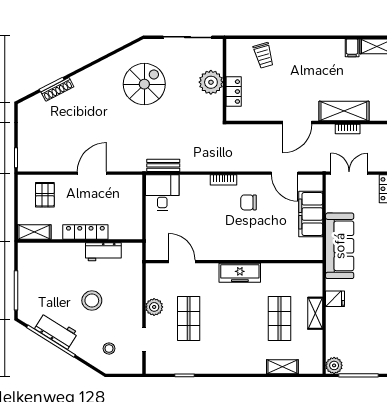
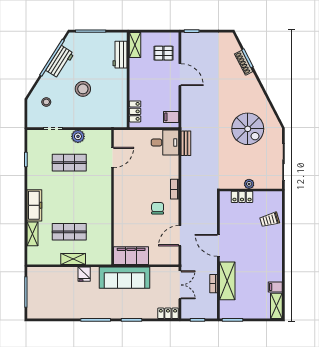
plant: (211, 82) -> (249, 184), width x0.53, depth x0.53
door: (92, 173) -> (180, 75), moved
filing cabinet: (129, 185) -> (171, 117), added
filing cabinet: (311, 214) -> (131, 256), moved
locker: (85, 232) -> (135, 111), moved, width x0.66
workbench: (103, 252) -> (120, 55), moved
freezer: (240, 273) -> (34, 205), moved, turned 180
plant: (334, 365) -> (33, 273), removed

